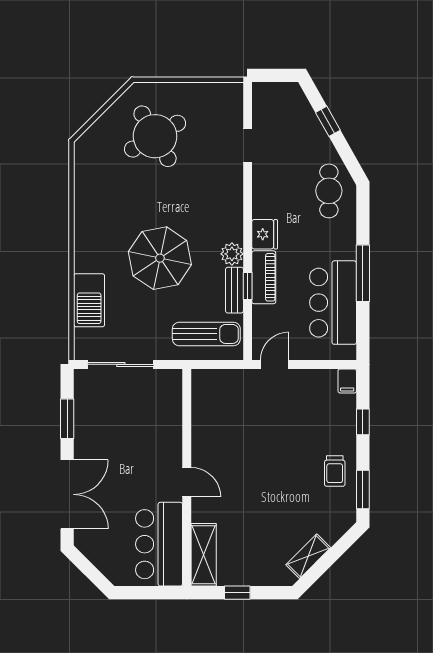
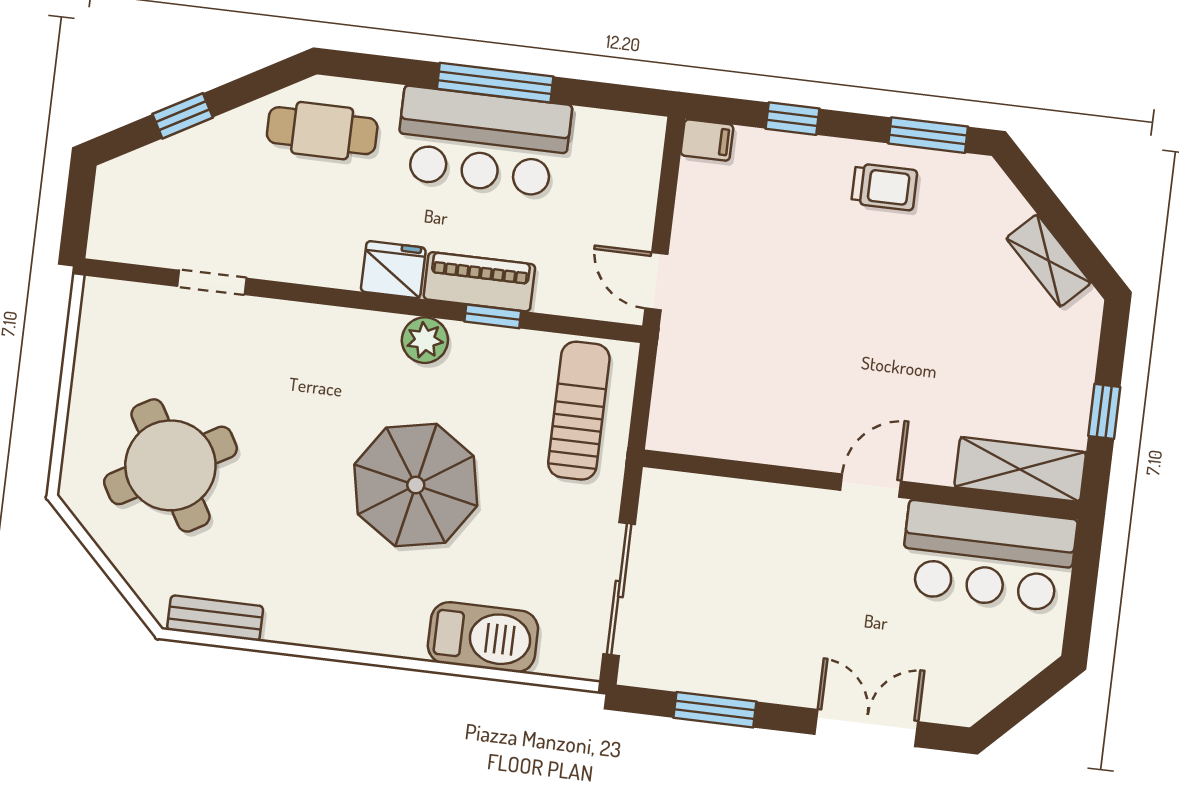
bench: (234, 290) -> (215, 618), moved
bar counter: (333, 303) -> (483, 142), moved
double door: (67, 494) -> (866, 728), width x0.73

